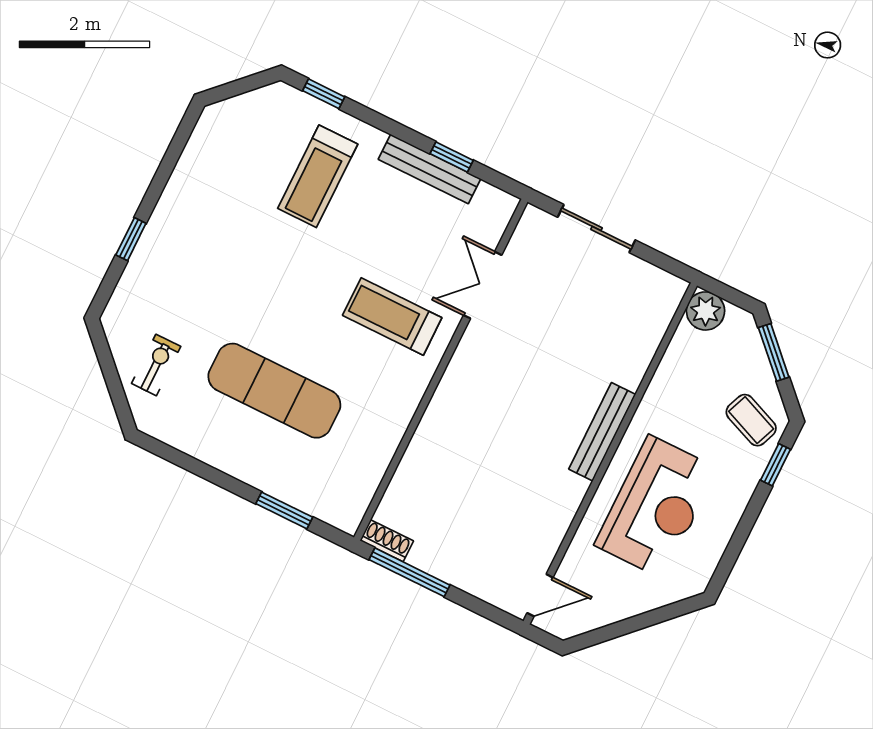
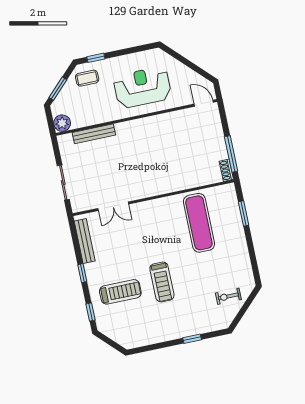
window: (452, 157) -> (82, 273), moved
bench: (430, 169) -> (85, 241), moved
treadmill: (392, 317) -> (162, 282), moved
exercise mat: (274, 391) -> (199, 223), moved
coffee table: (751, 420) -> (87, 78), turned 68
bench: (602, 432) -> (94, 134), moved

